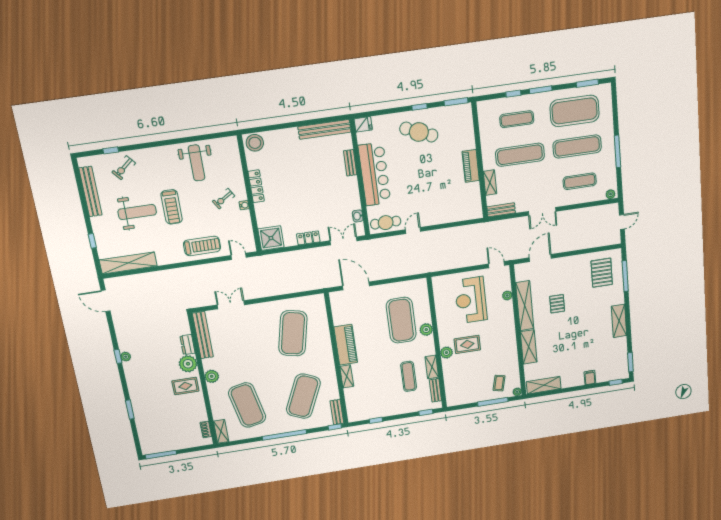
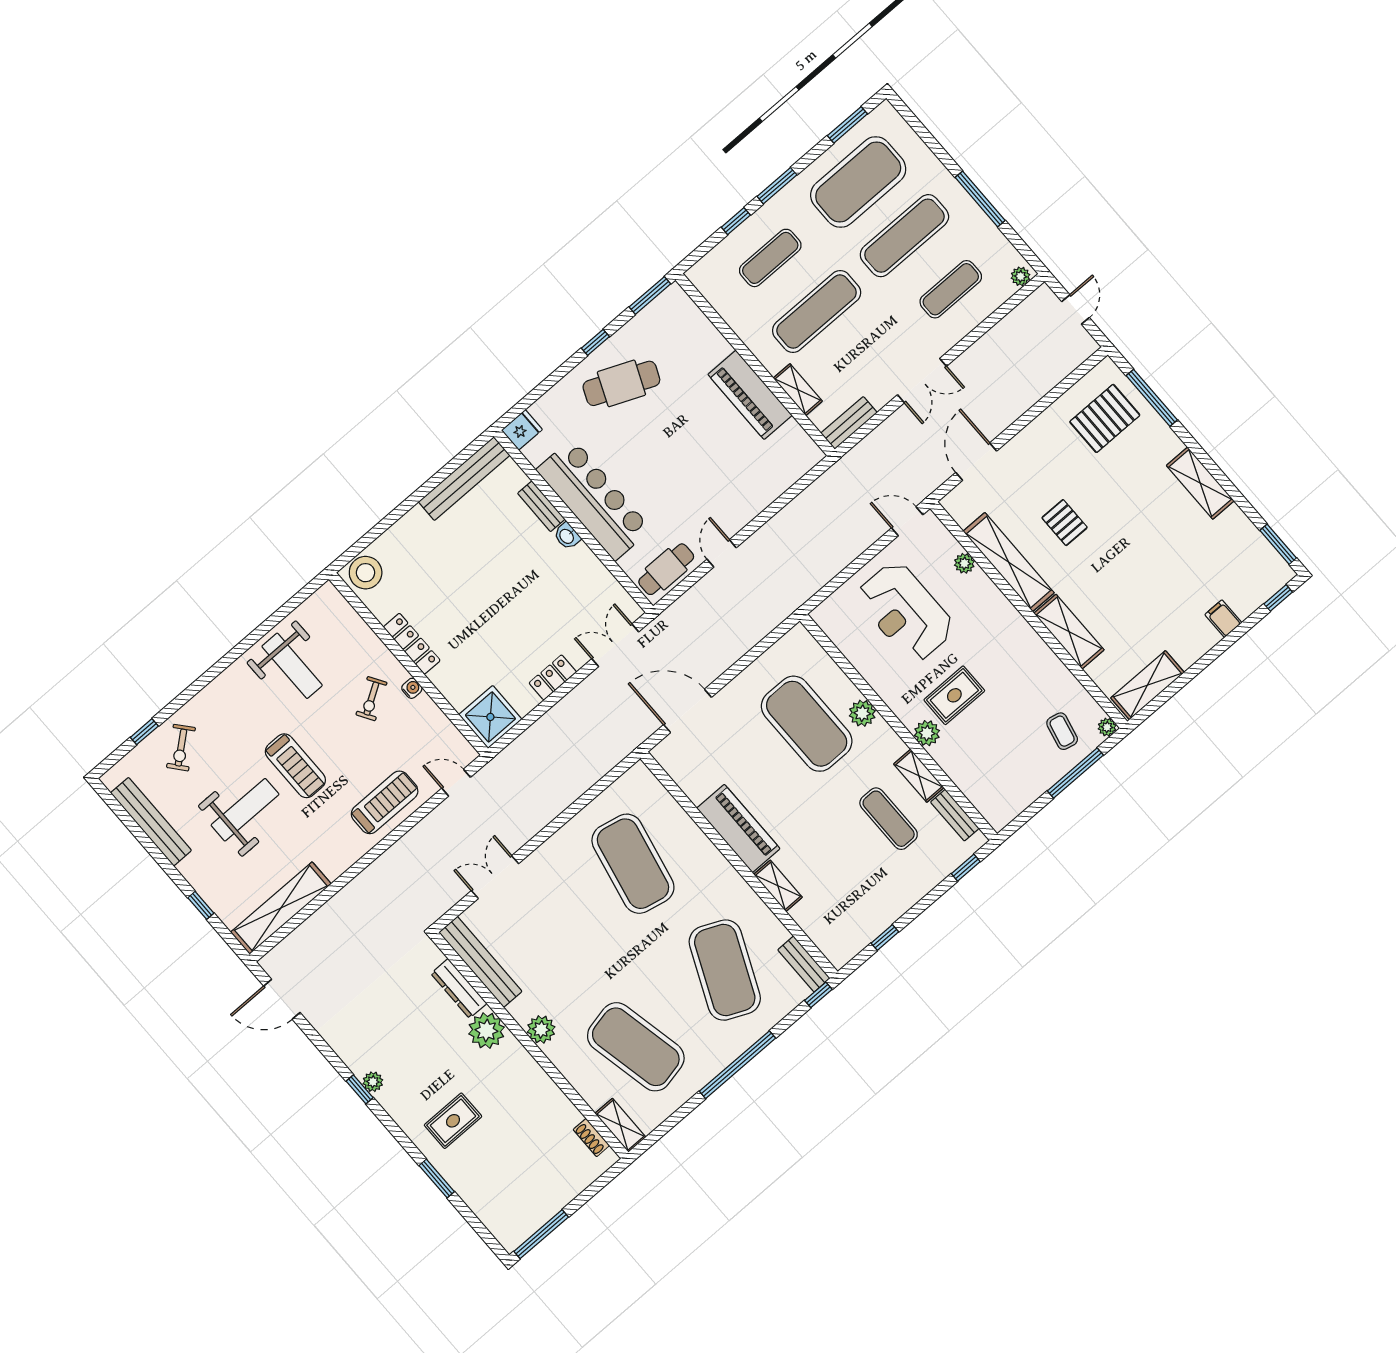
piano: (471, 166) -> (750, 395), width x1.37, depth x1.33
washbasin: (358, 216) -> (567, 536), moved
pallet: (602, 273) -> (1105, 418), turned 90
dresser: (188, 345) -> (459, 988), width x1.44
rug: (185, 386) -> (453, 1121), moved

